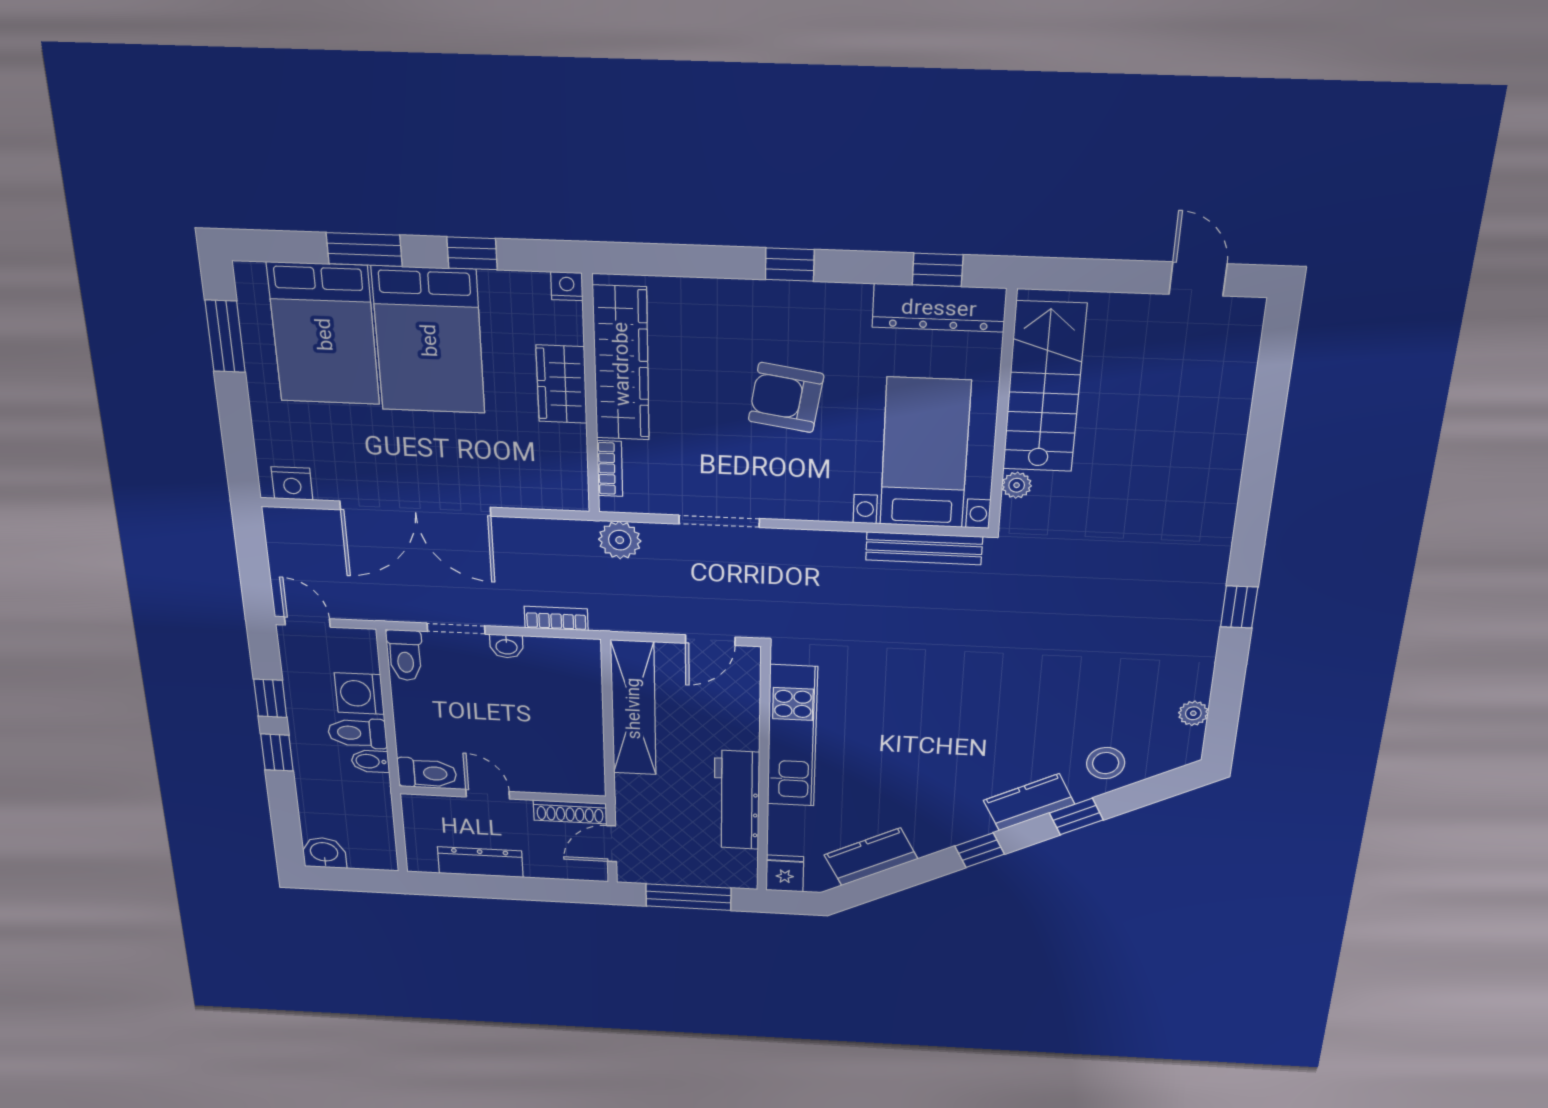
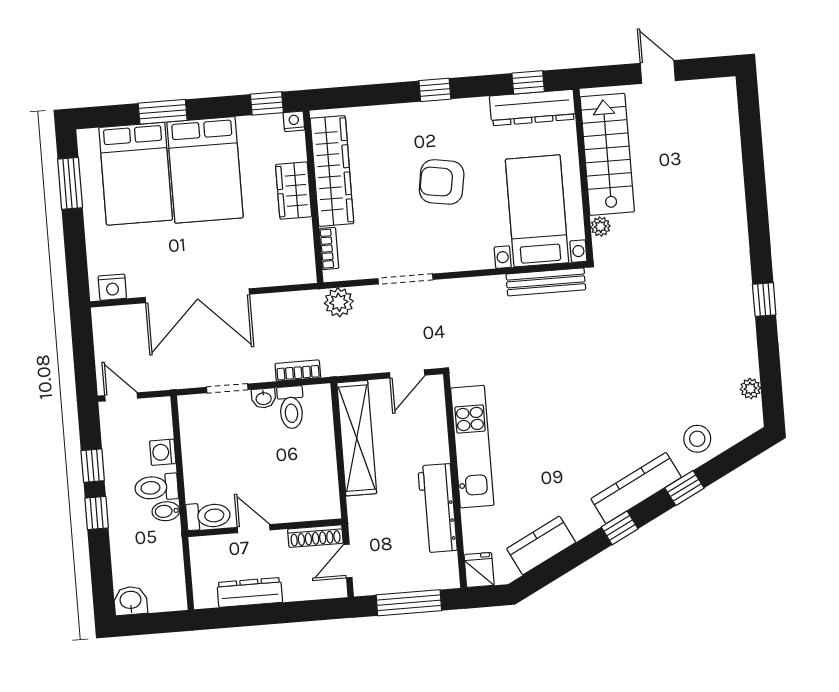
window: (472, 253) -> (267, 103), moved
door: (1198, 279) -> (658, 72), moved
toilet: (405, 655) -> (291, 407), moved
washing machine: (359, 694) -> (163, 452), width x0.73, depth x0.73
kitchen counter: (1029, 802) -> (636, 488), width x1.50

